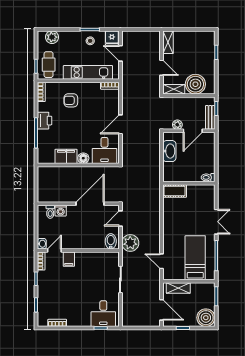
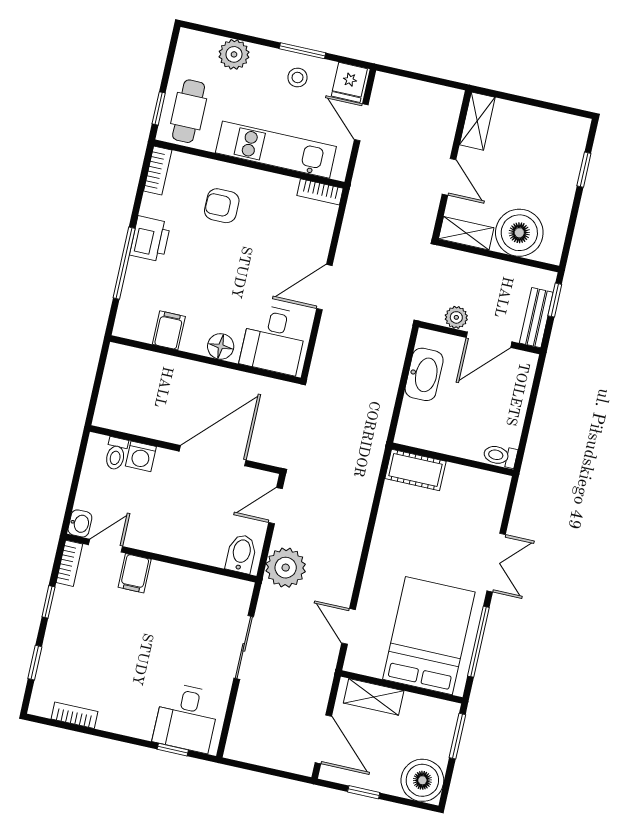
plant: (52, 37) -> (234, 54), moved
filing cabinet: (66, 156) -> (169, 330), width x0.50
bed: (195, 258) -> (429, 636), width x1.50

